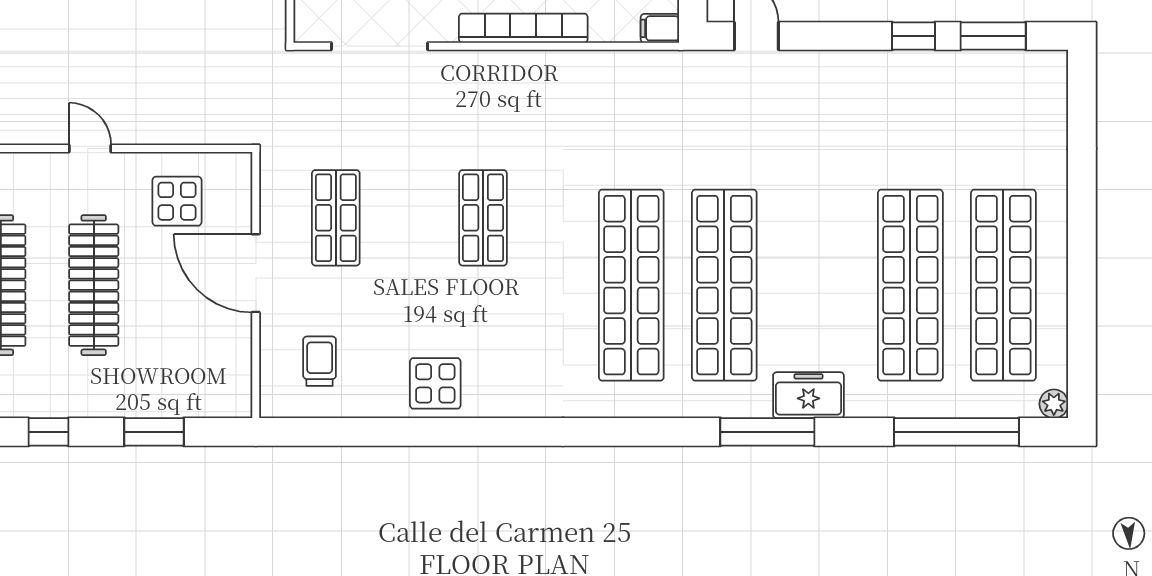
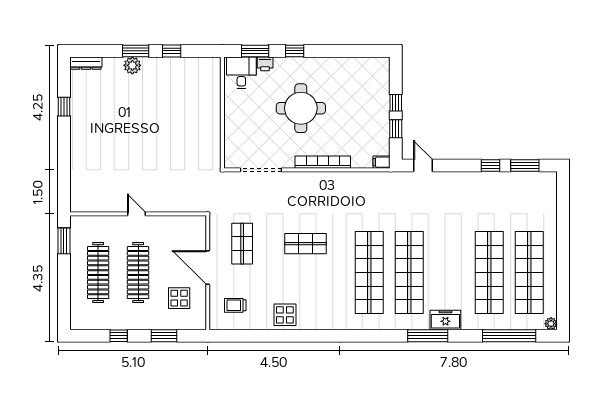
display table: (177, 201) -> (179, 298), moved
shop shelf: (483, 218) -> (305, 244), turned 90
trolley: (320, 361) -> (235, 305), turned -90

